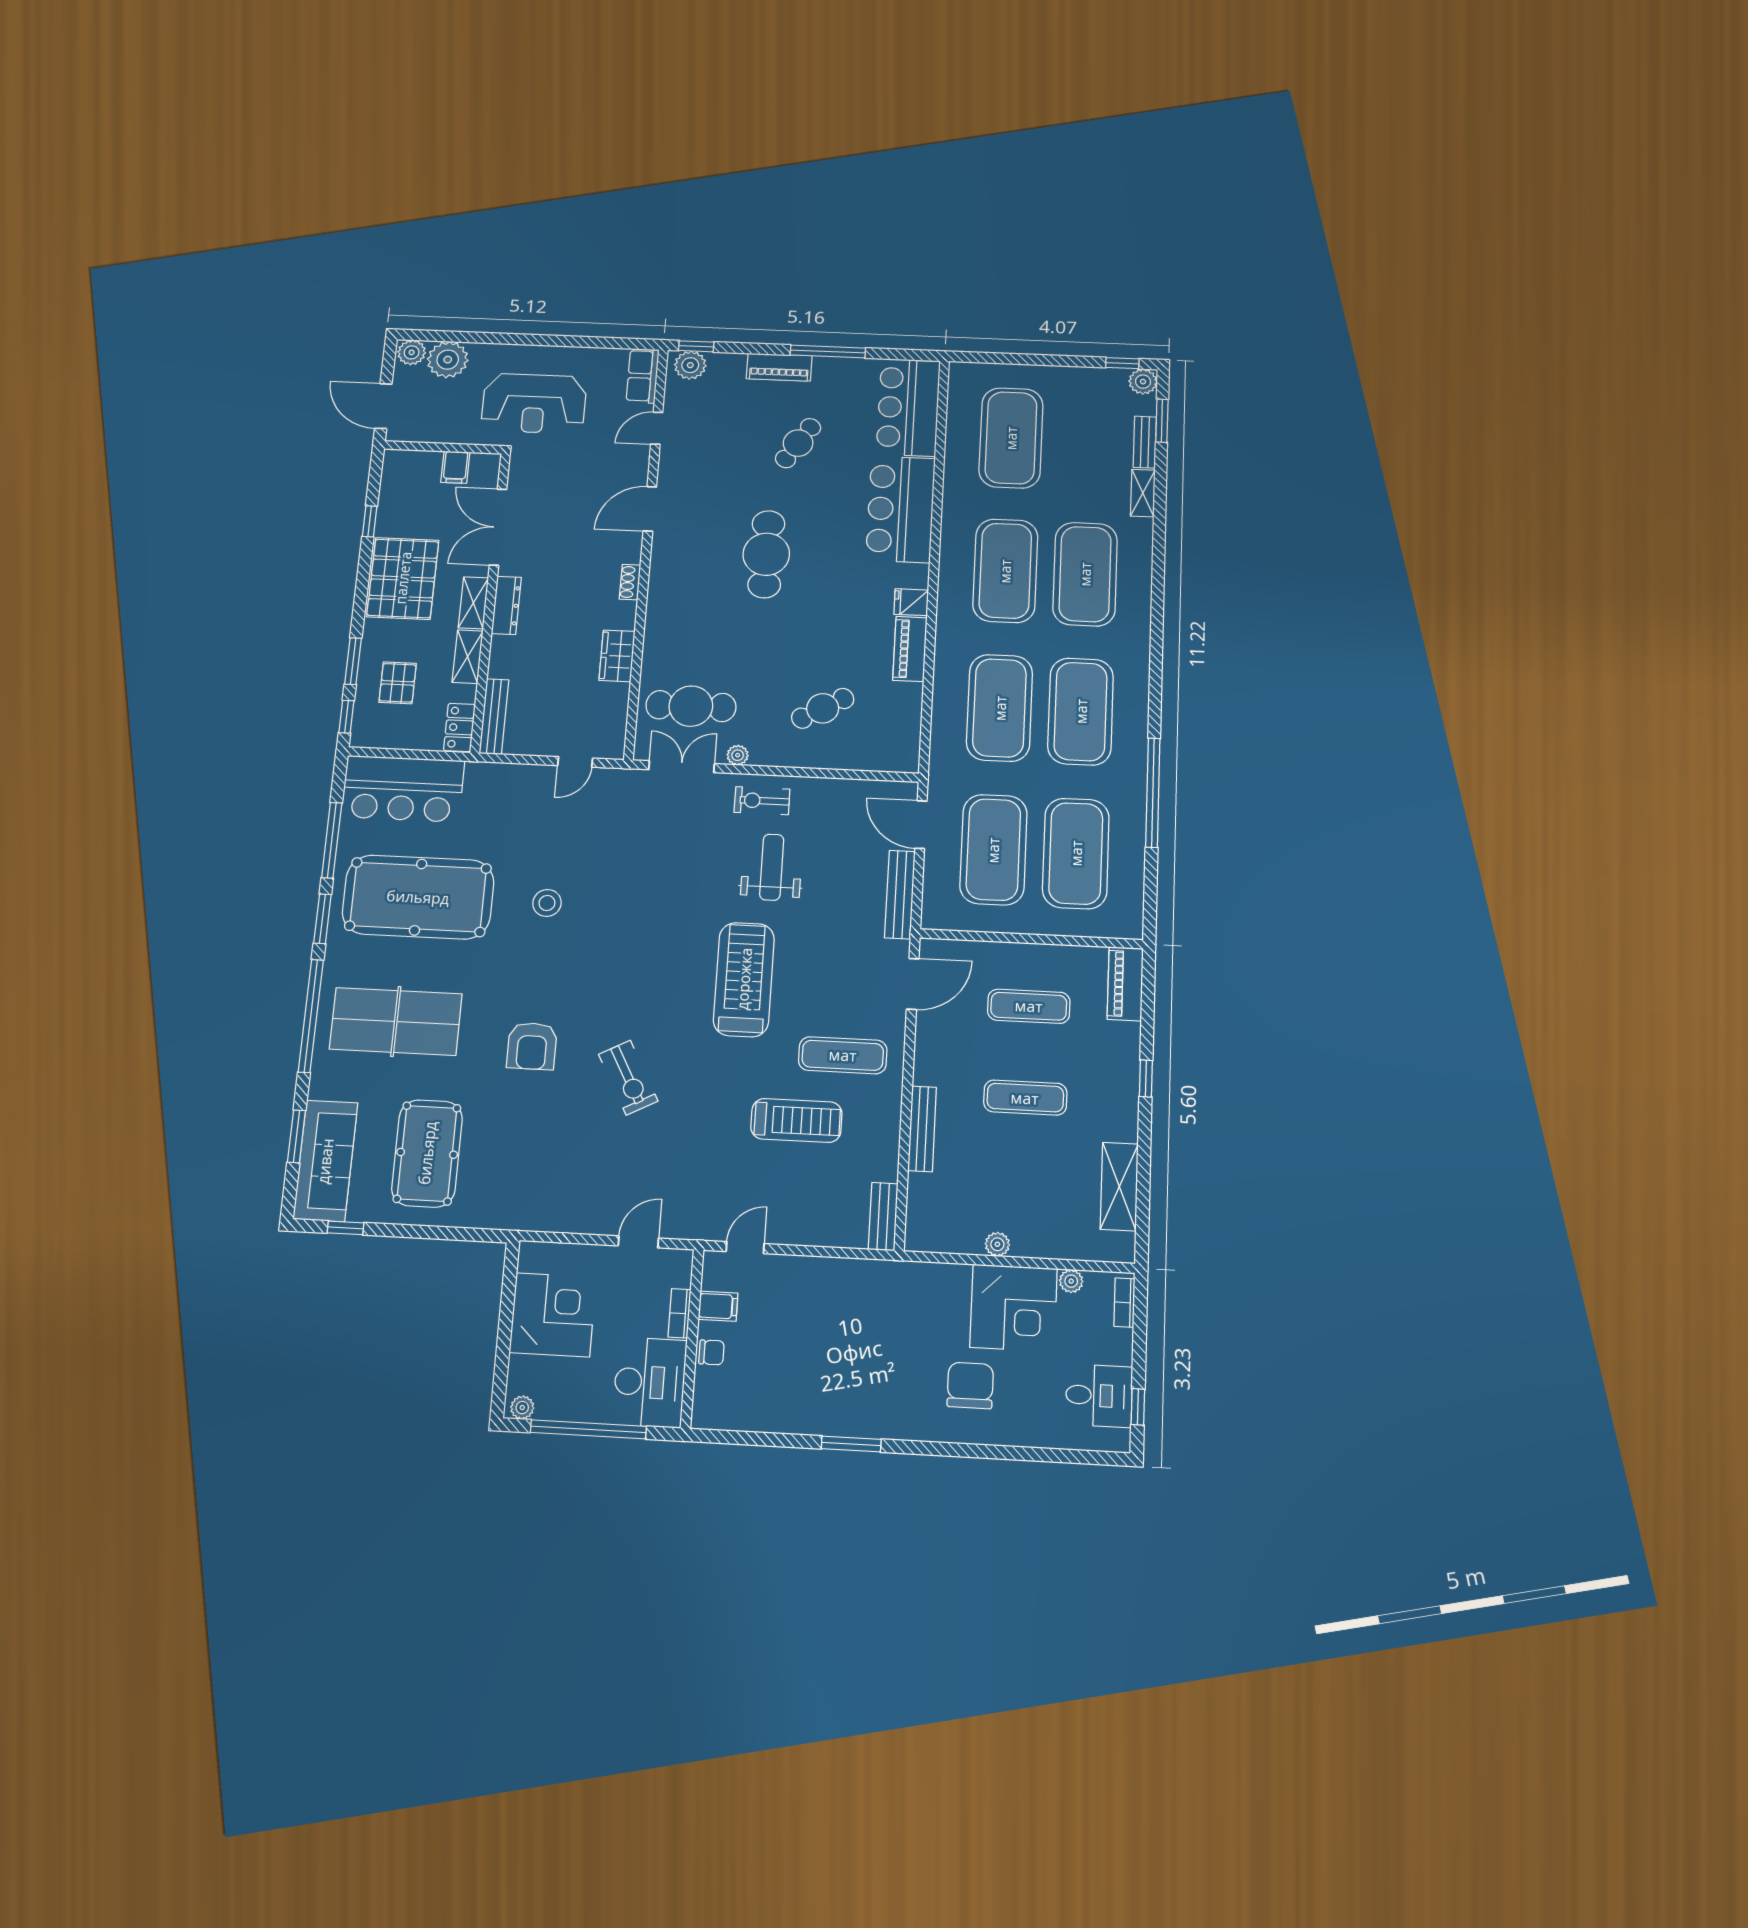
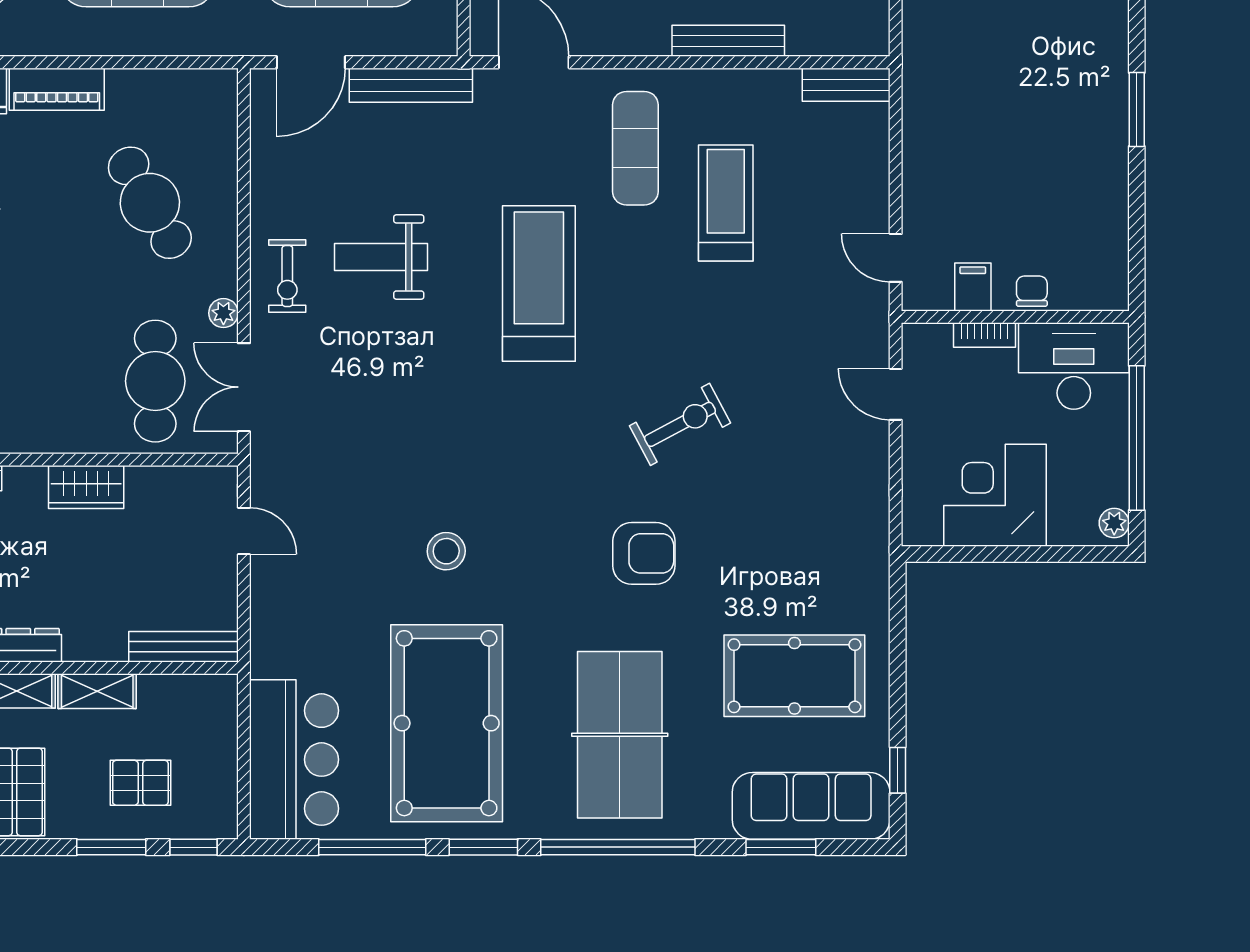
cafe table: (823, 708) -> (150, 203), width x1.37, depth x1.35
locker: (459, 727) -> (202, 692), removed
treadmill: (744, 979) -> (539, 283), turned 90

